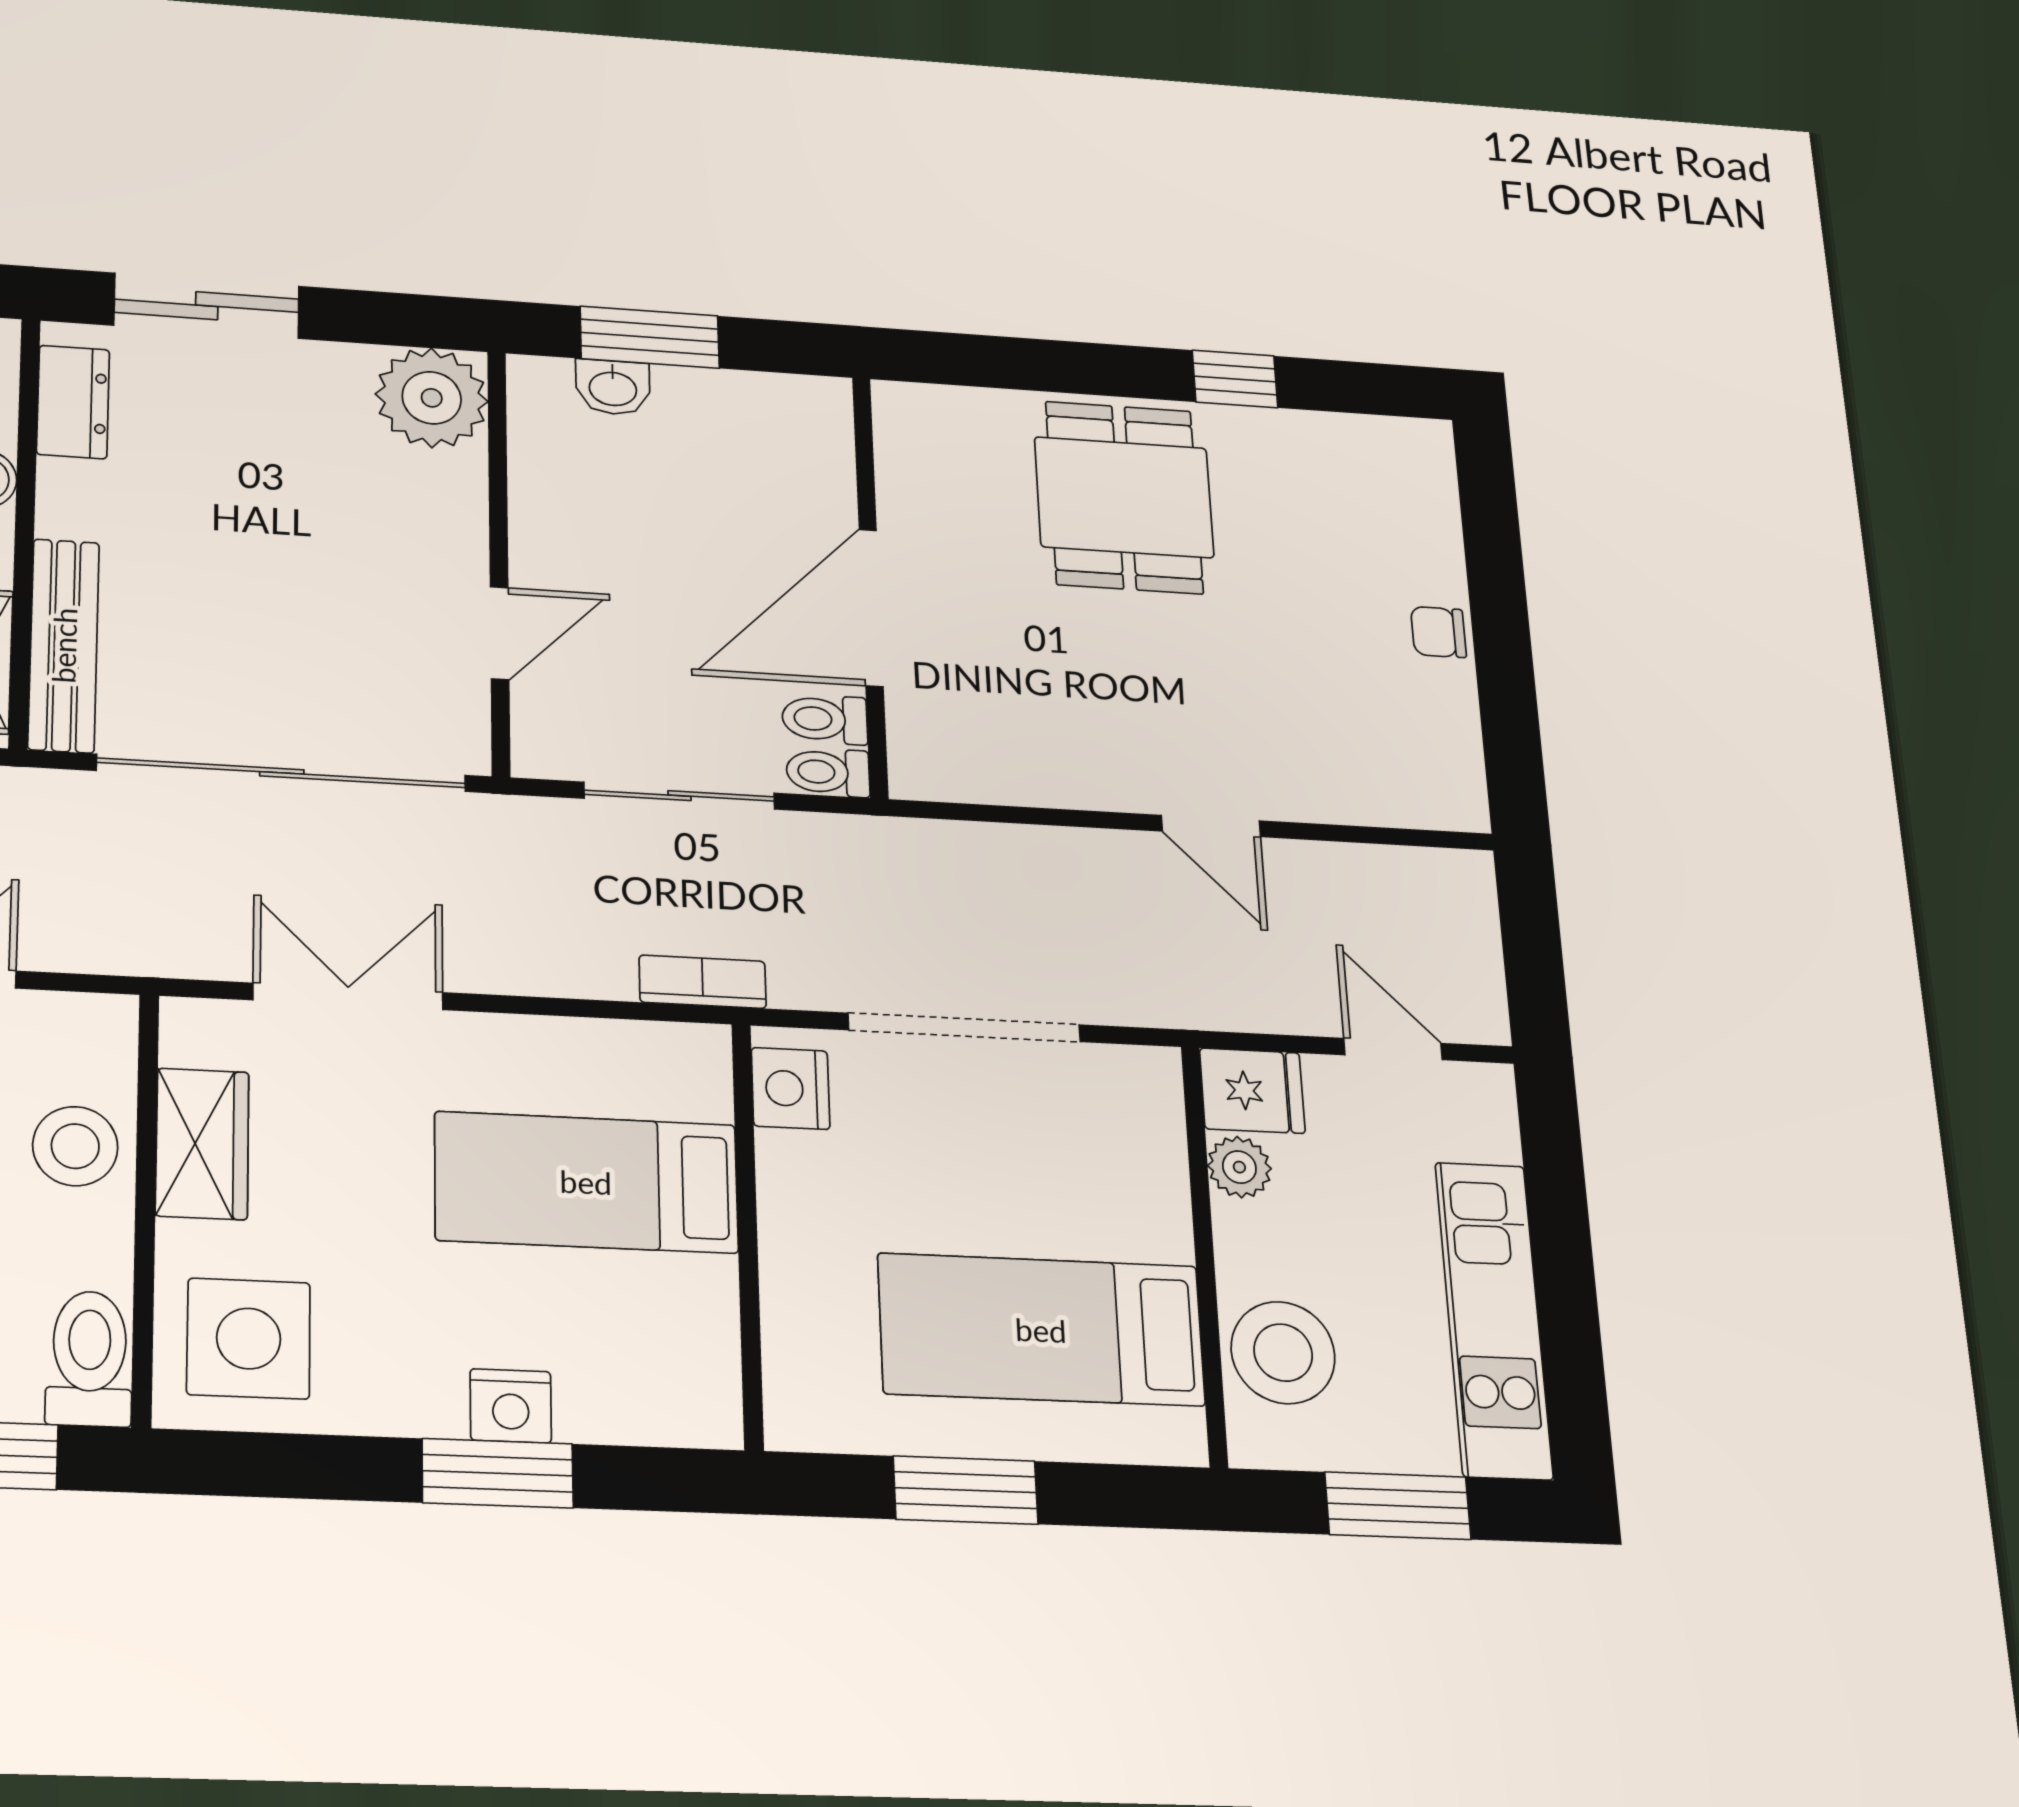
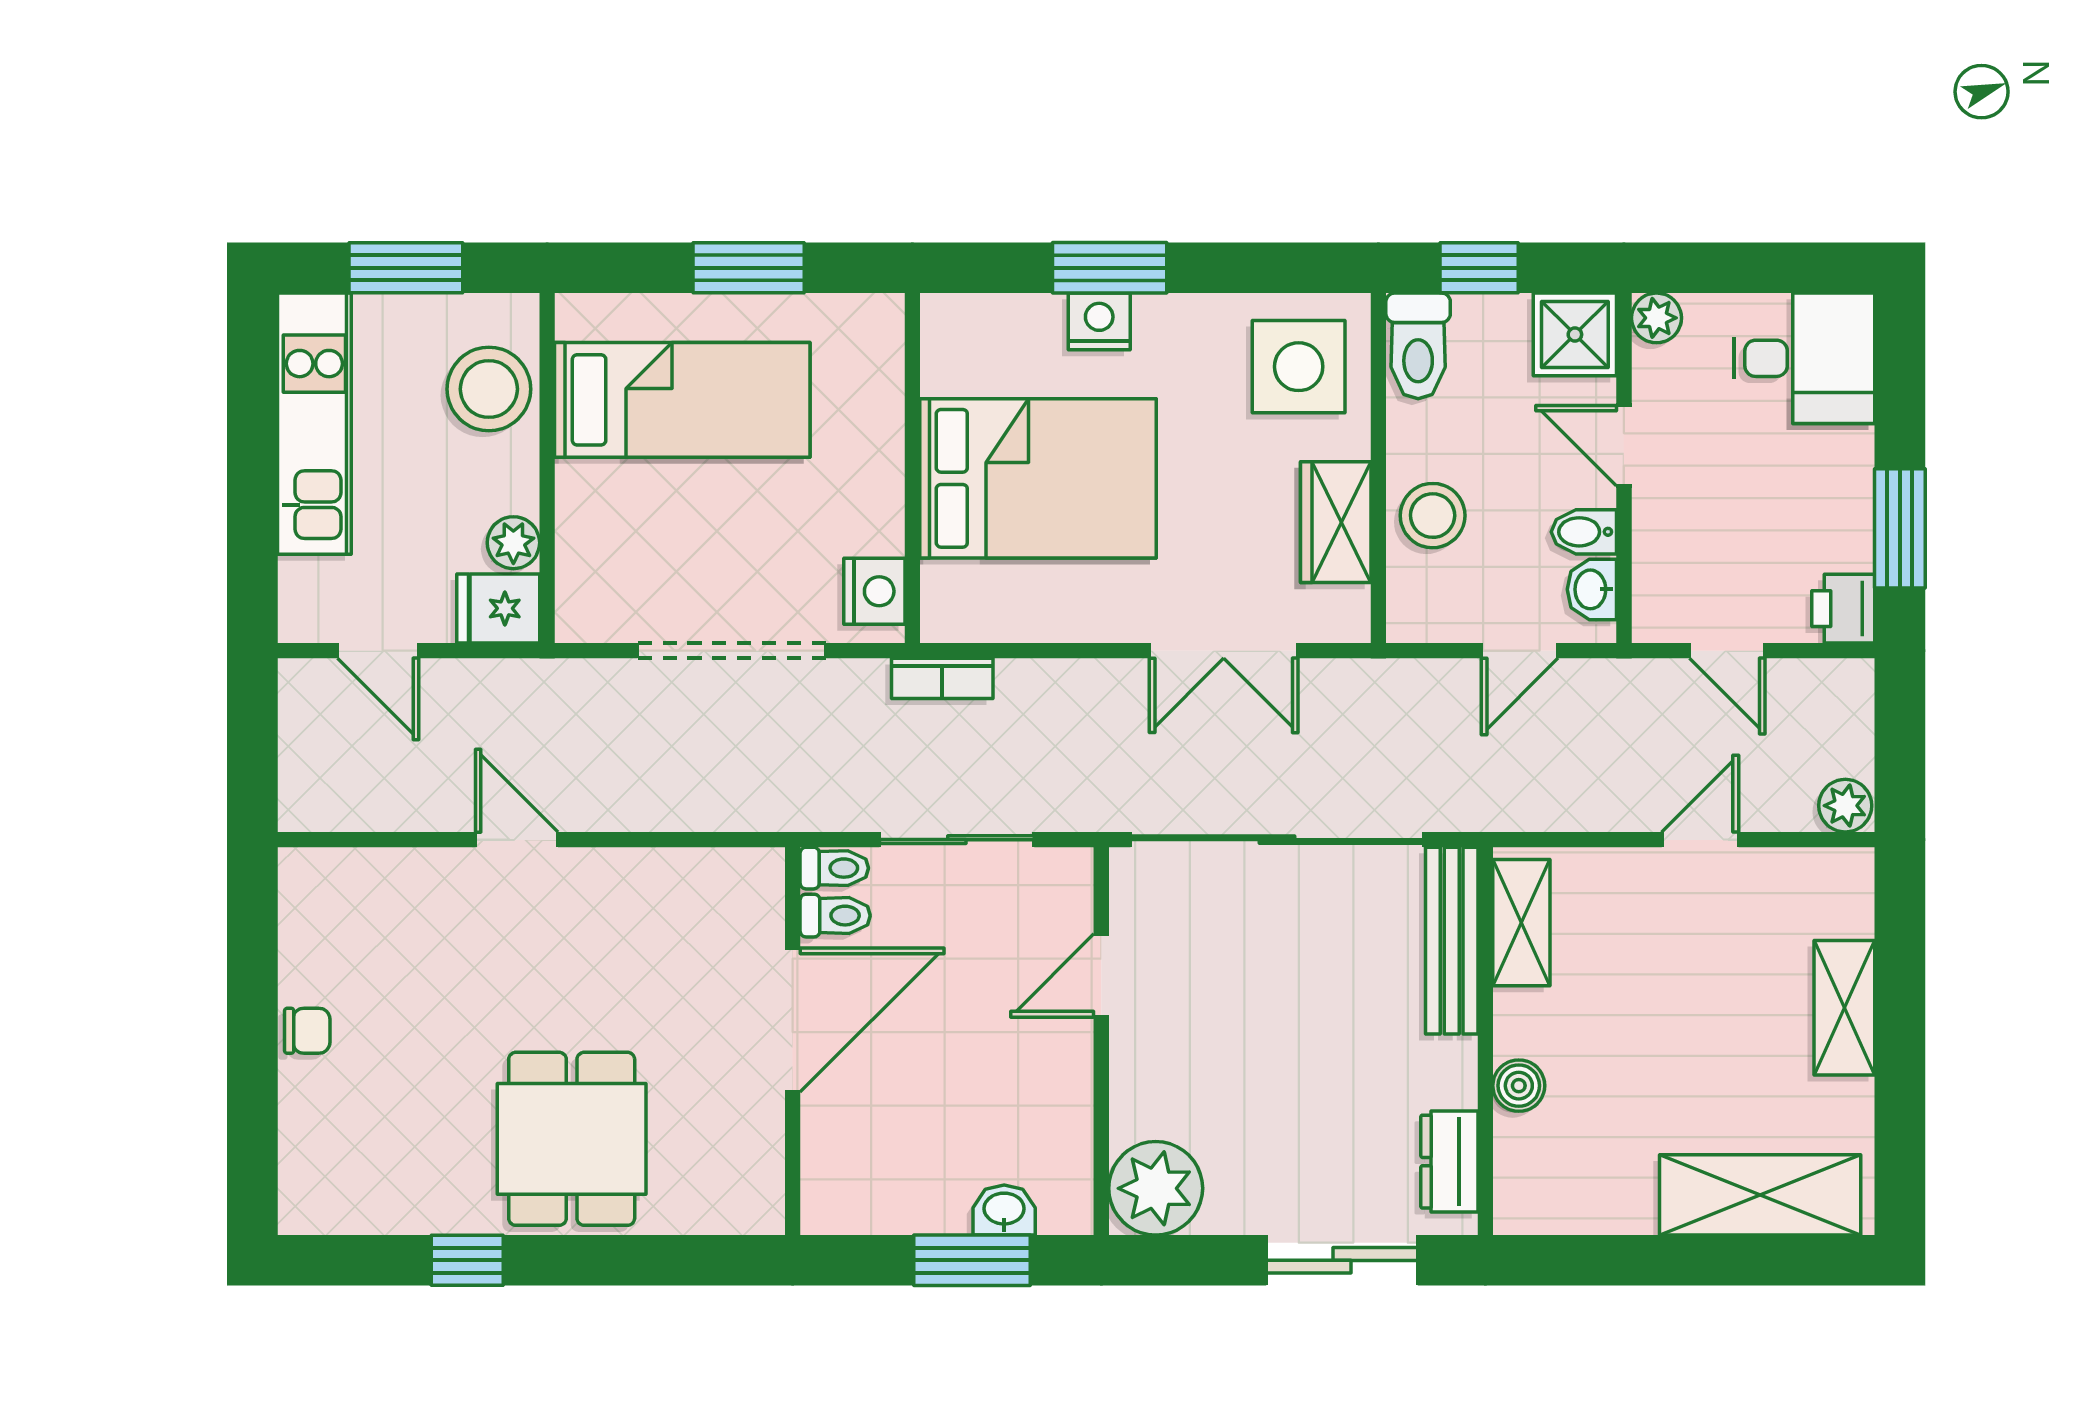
bed: (586, 1182) -> (1038, 478), width x1.50

